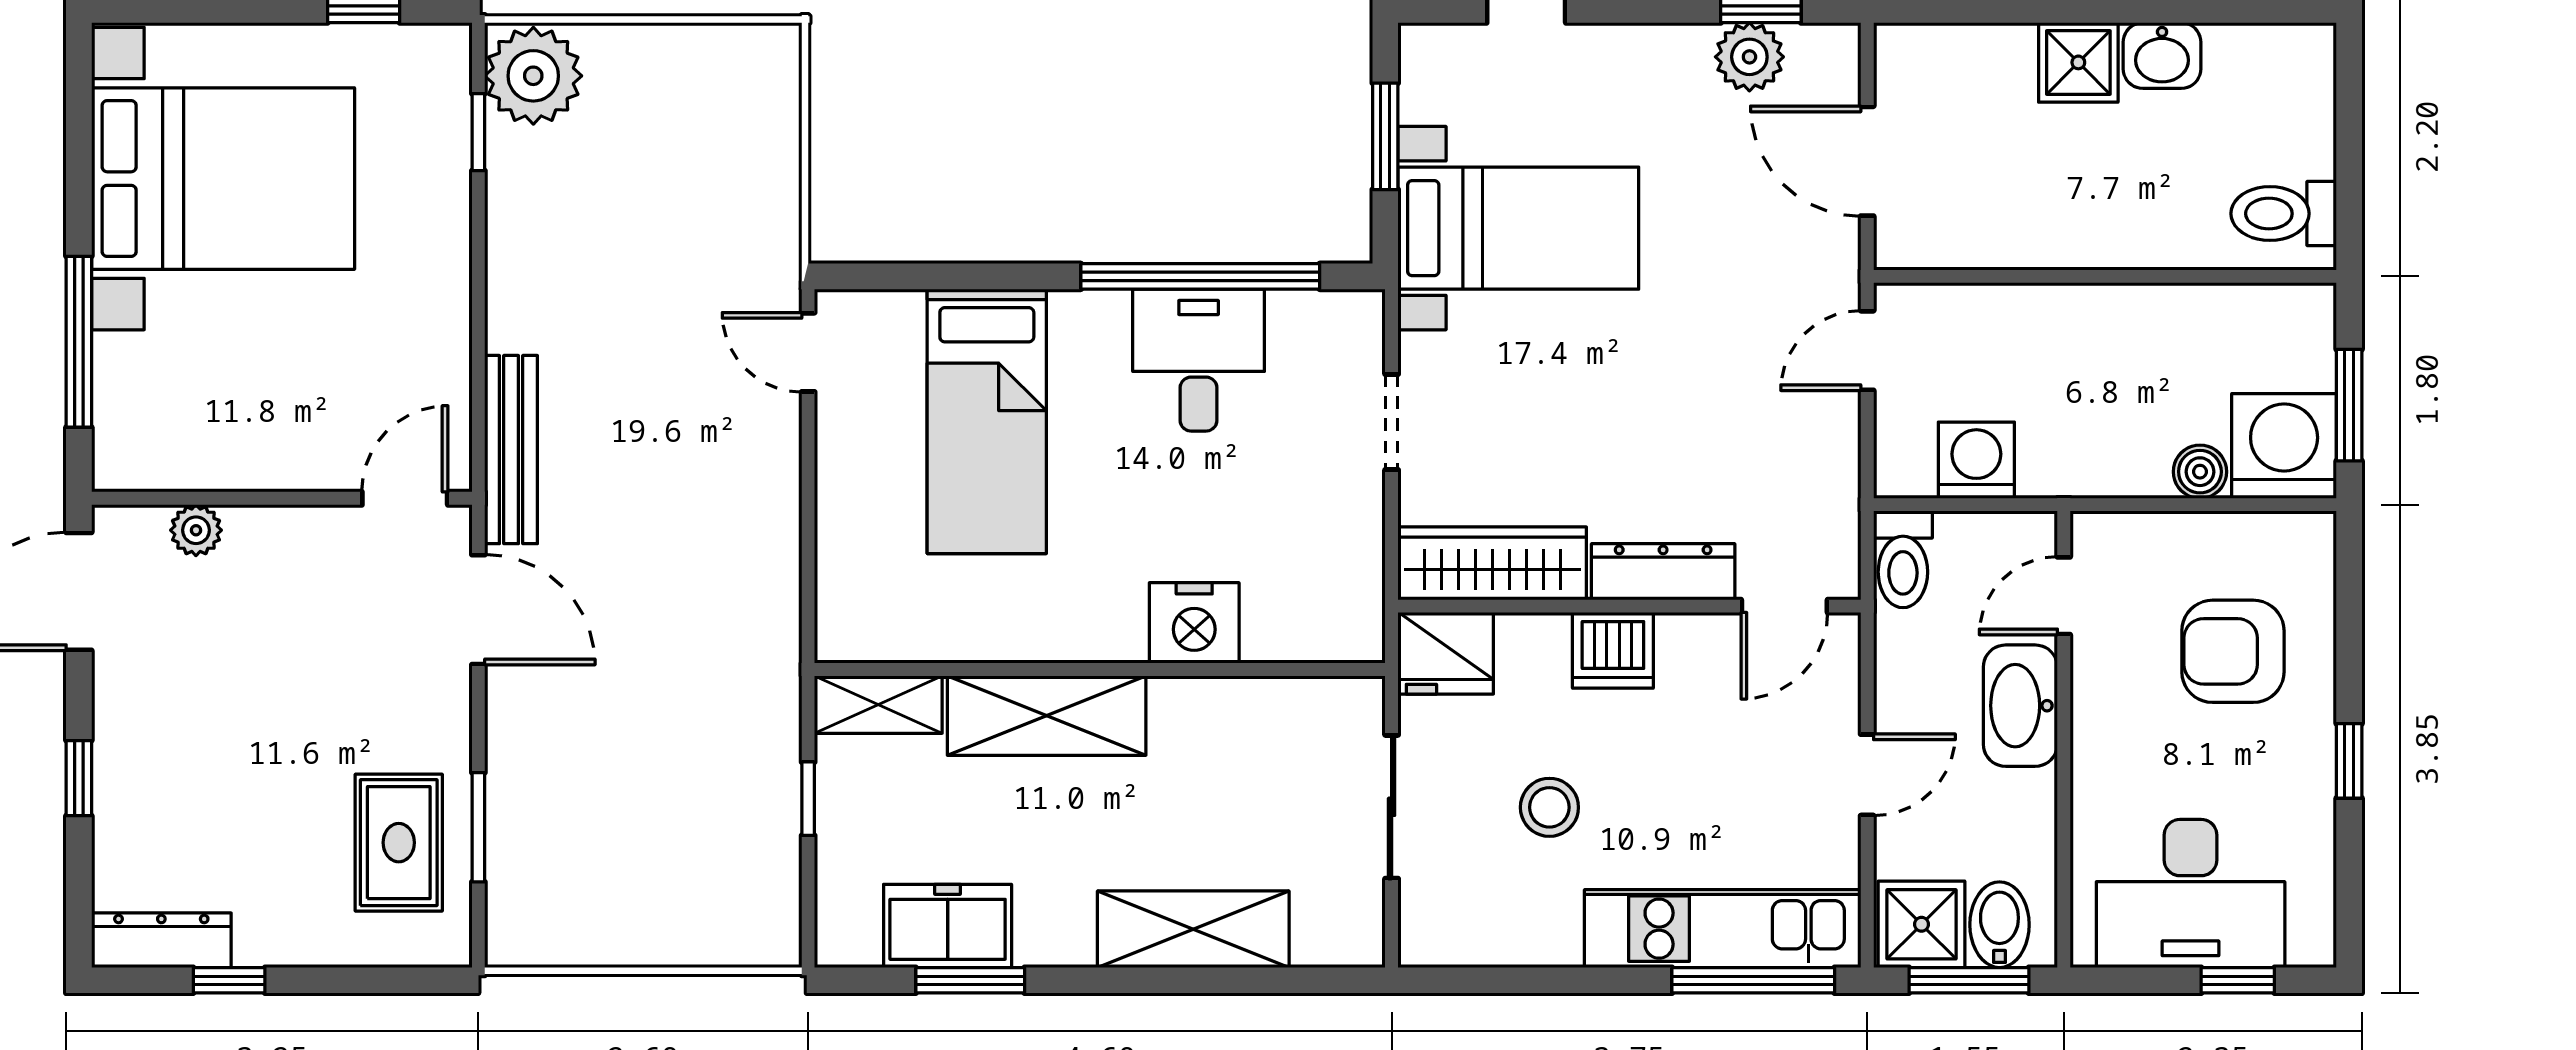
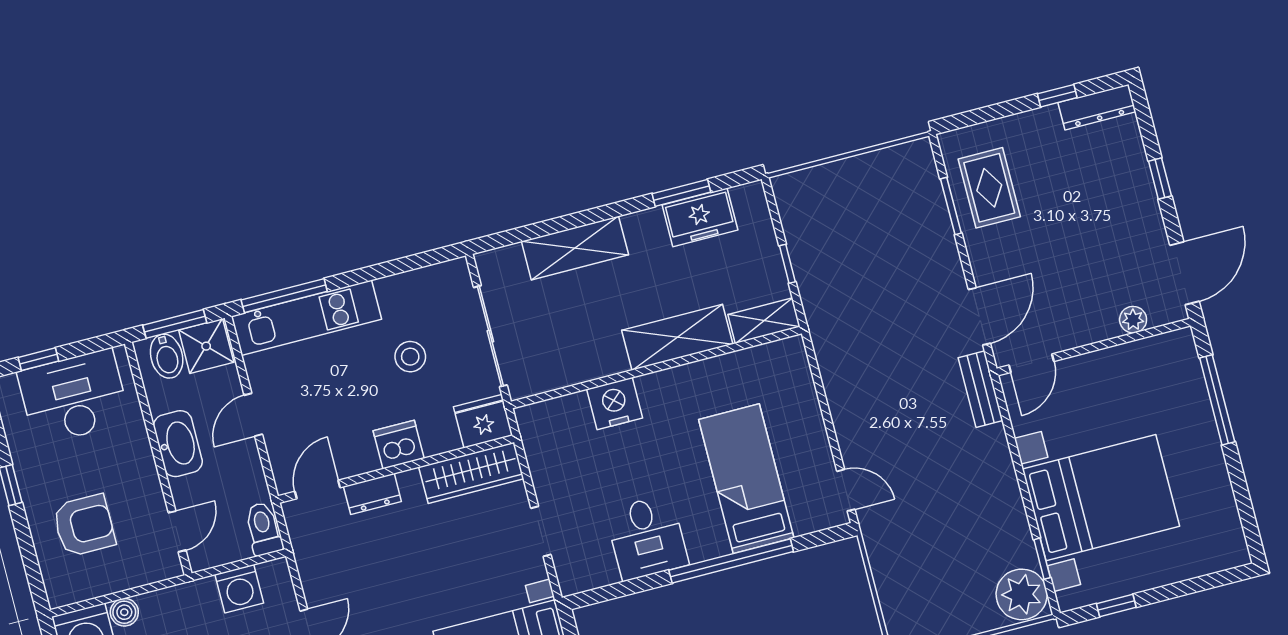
bed with nightstands: (223, 179) -> (1101, 498), moved, turned 180
window: (1200, 276) -> (731, 561), moved
bench: (511, 450) -> (981, 389), width x0.73
dresser: (1663, 572) -> (372, 494), width x0.70
door: (478, 610) -> (979, 316), swing flipped
washbasin: (2020, 706) -> (178, 444), moved
sliding door: (1392, 807) -> (490, 336), width x1.37

